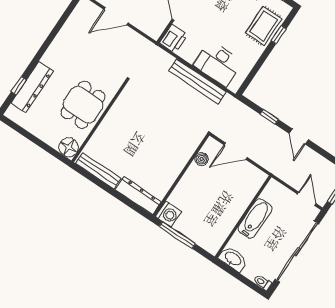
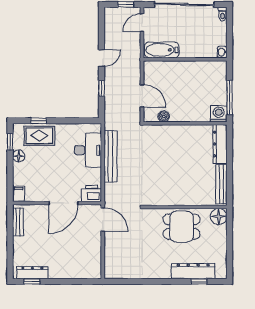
door: (116, 16) -> (103, 220), moved
bathtub: (255, 219) -> (162, 50), moved
washbasin: (233, 259) -> (222, 52), width x0.52, depth x0.69

